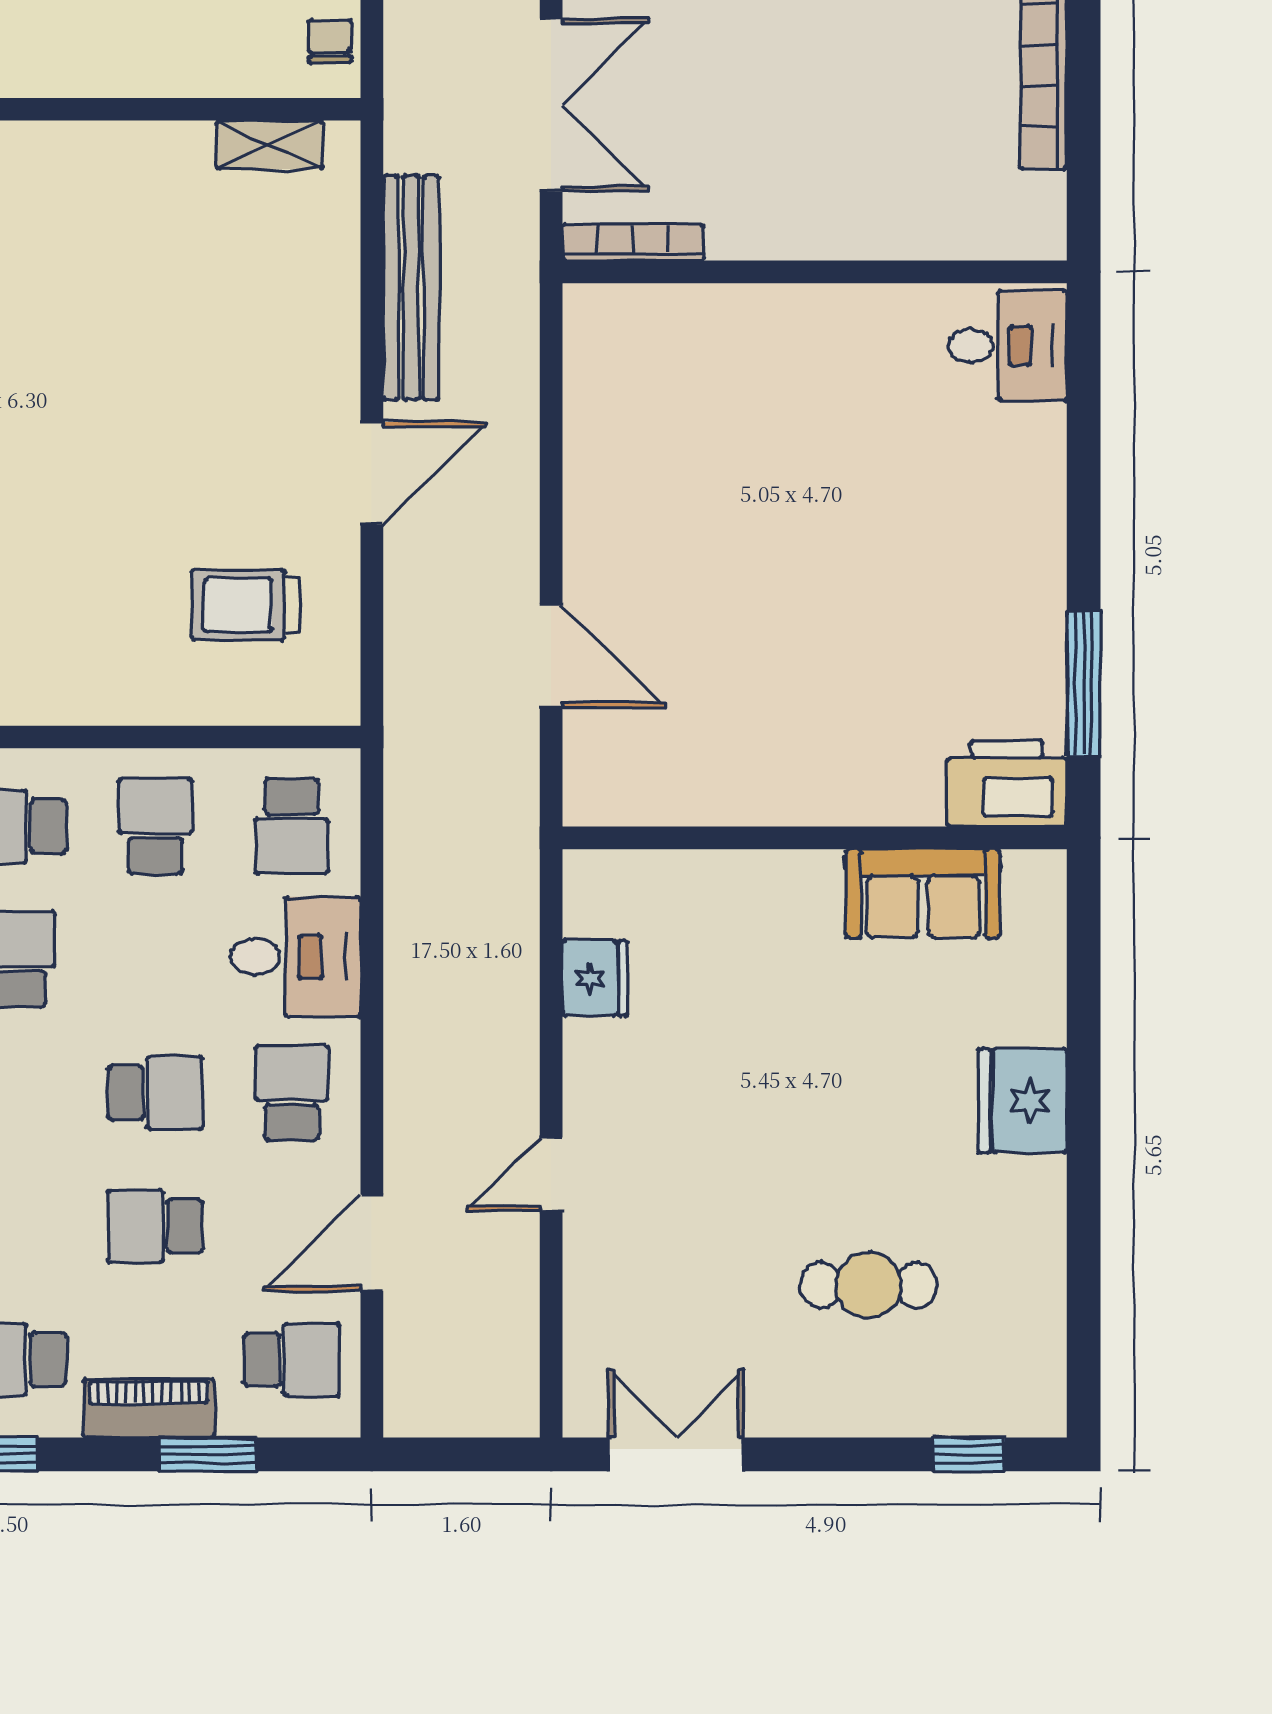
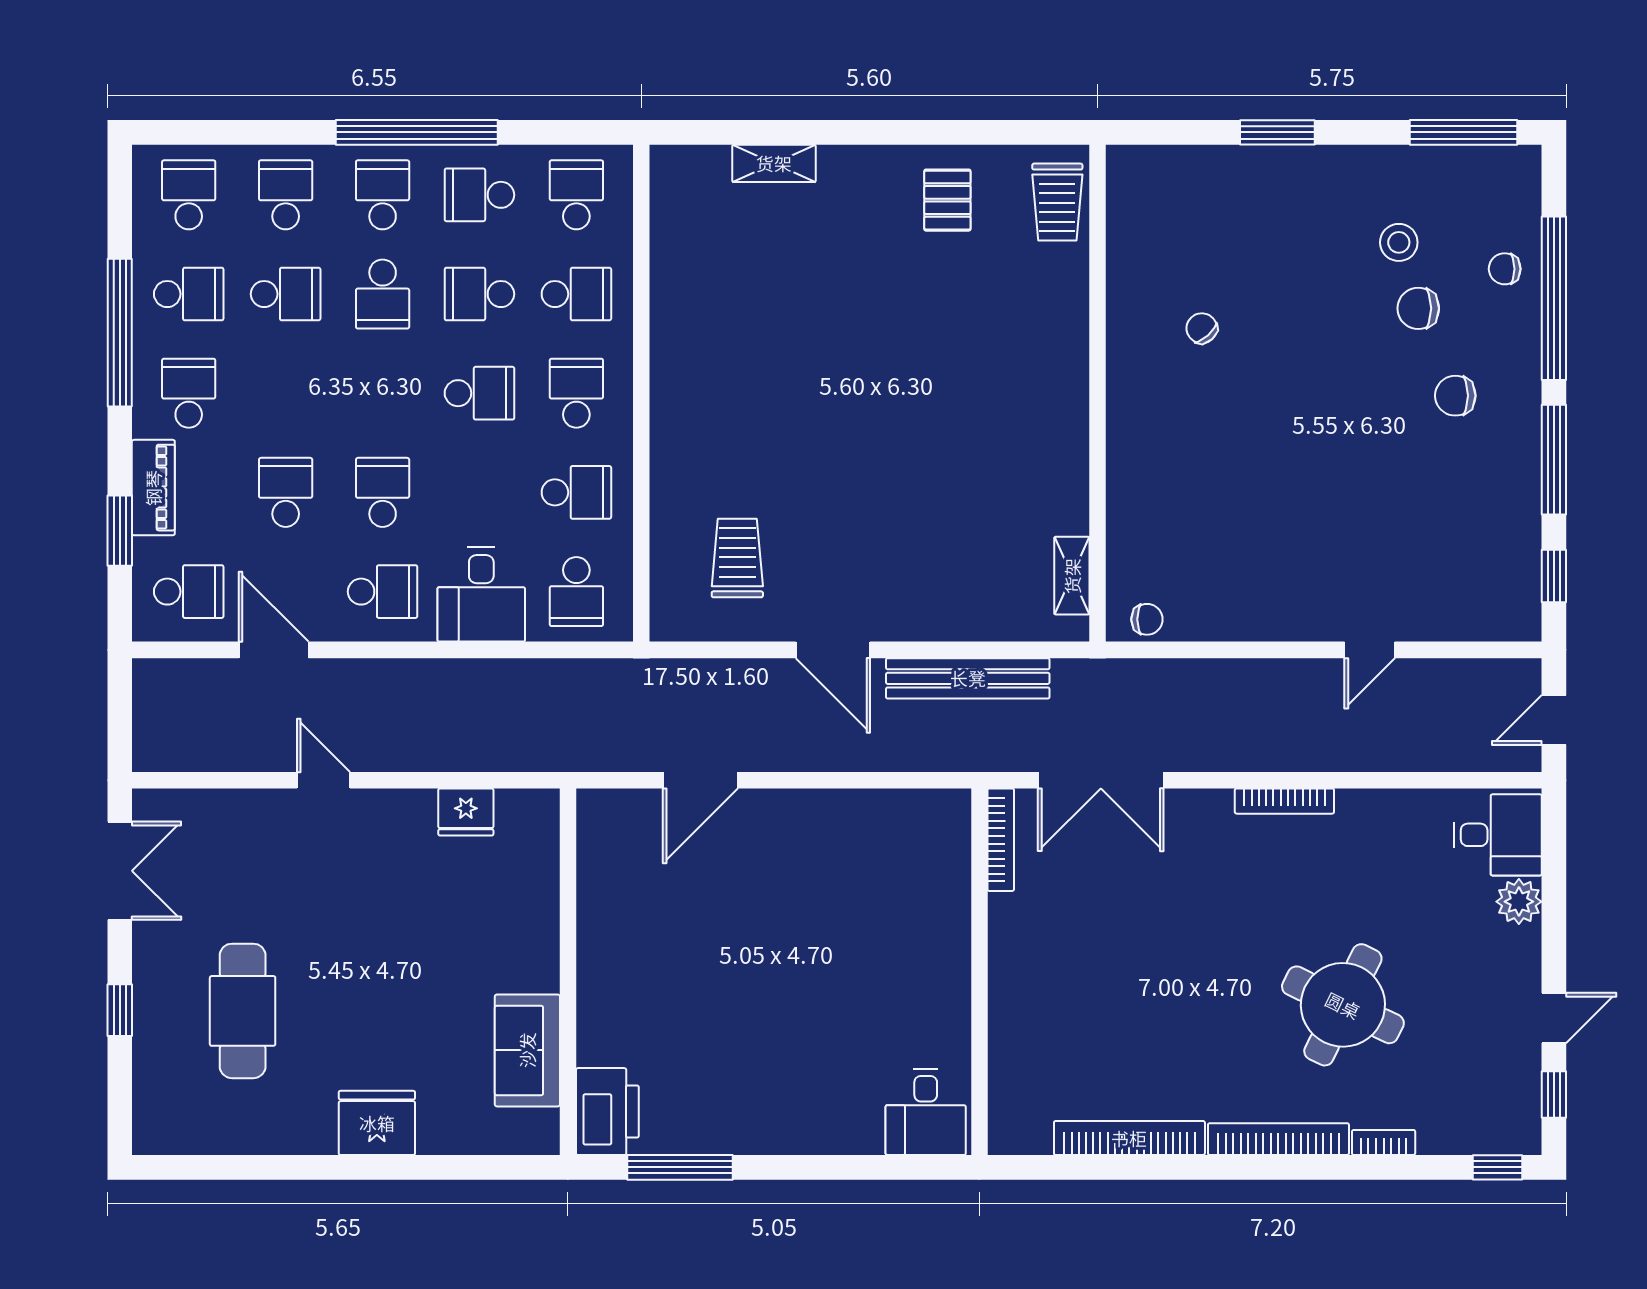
school desk: (292, 826) -> (576, 592), turned -90
school desk: (155, 1093) -> (383, 492), turned 180
cafe table: (869, 1285) -> (243, 1011), width x1.37, depth x1.35
school desk: (292, 1360) -> (189, 592), turned -90
window: (969, 1454) -> (120, 1010), moved

